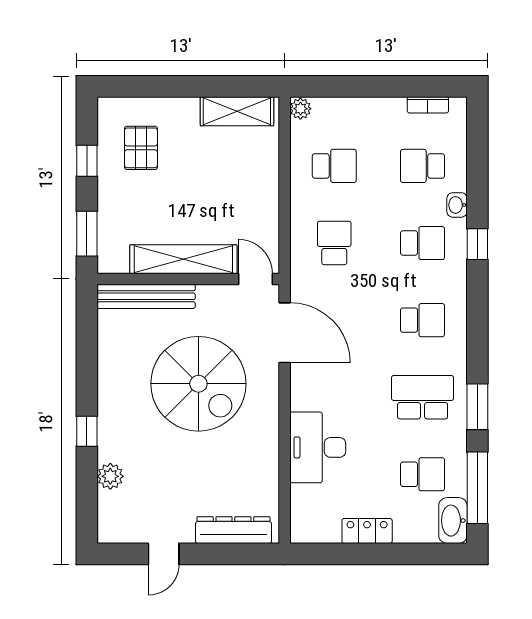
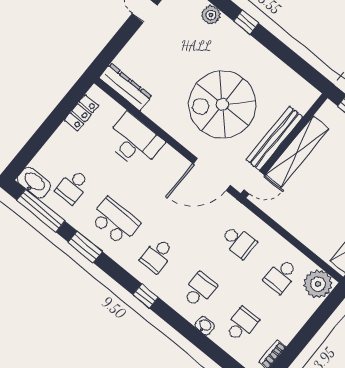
plant: (300, 109) -> (318, 284), width x1.88, depth x1.88
school desk: (423, 243) -> (199, 290), turned 180
window: (477, 244) -> (146, 296), moved
bench: (146, 296) -> (274, 138), moved
school desk: (423, 397) -> (115, 221), turned -90
dresser: (233, 530) -> (125, 87), moved, turned -90
locker: (367, 531) -> (81, 113), moved

